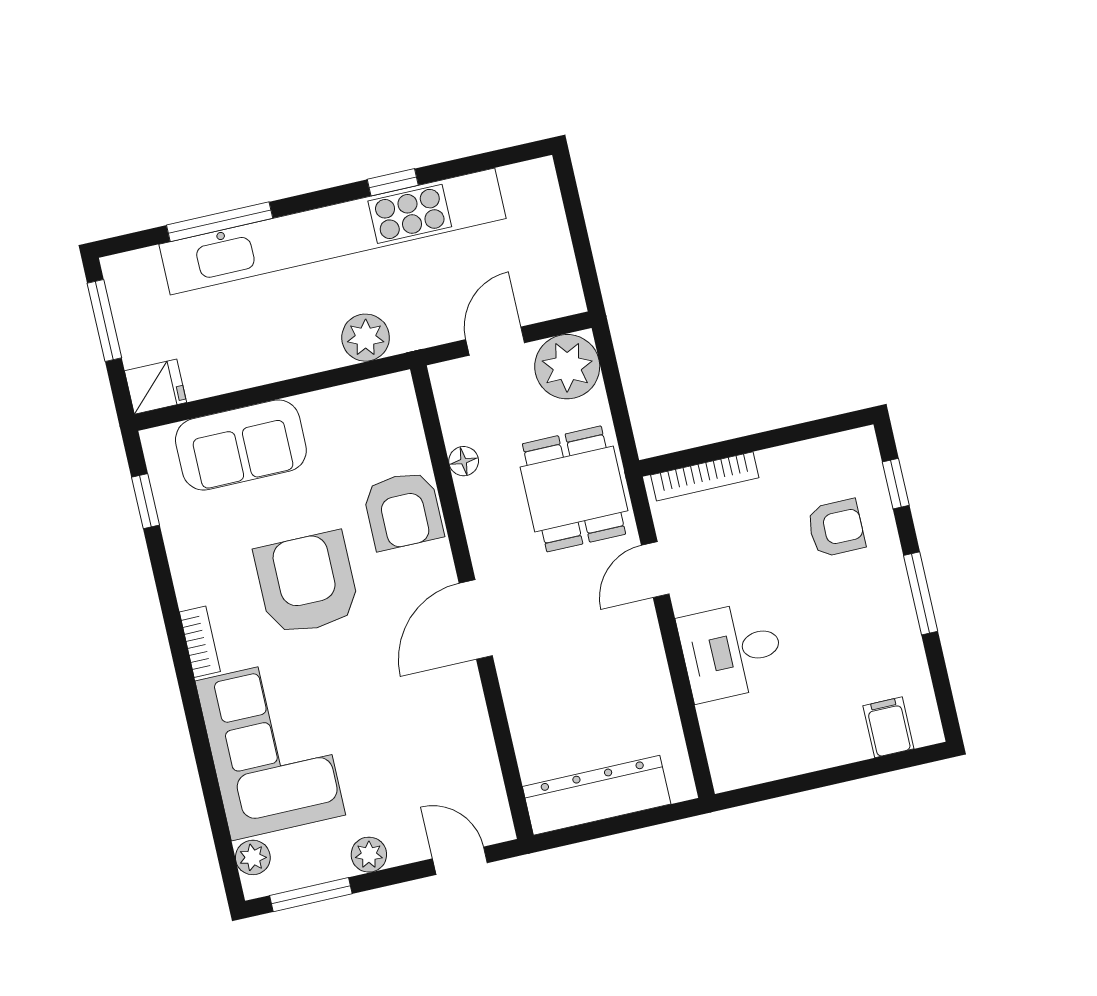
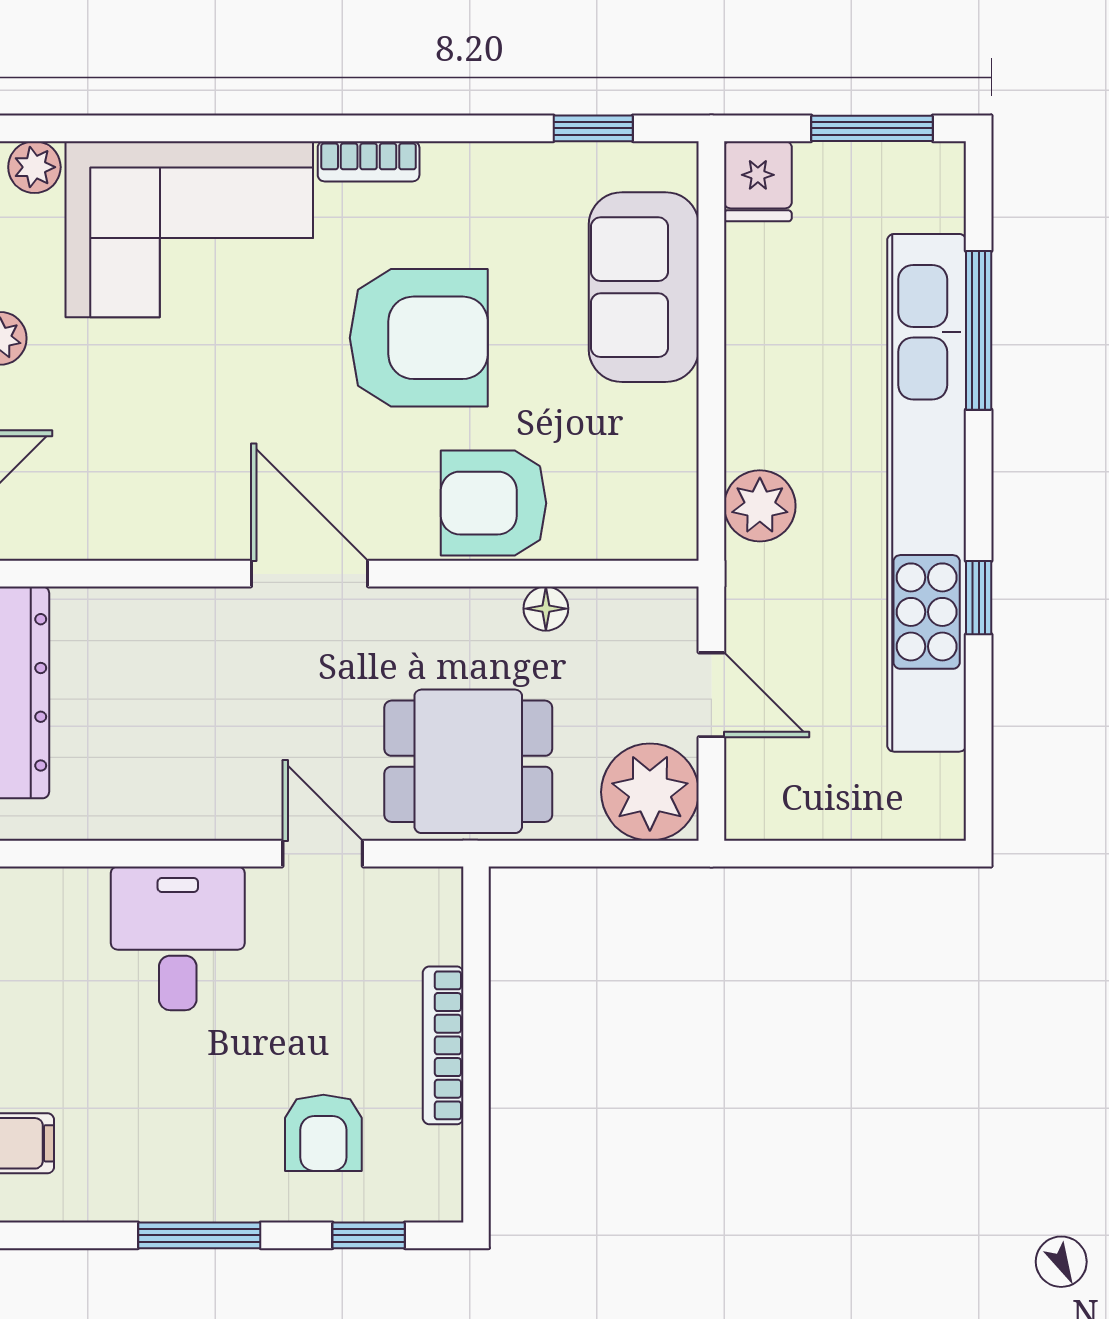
bookcase: (705, 476) -> (443, 1045), moved

